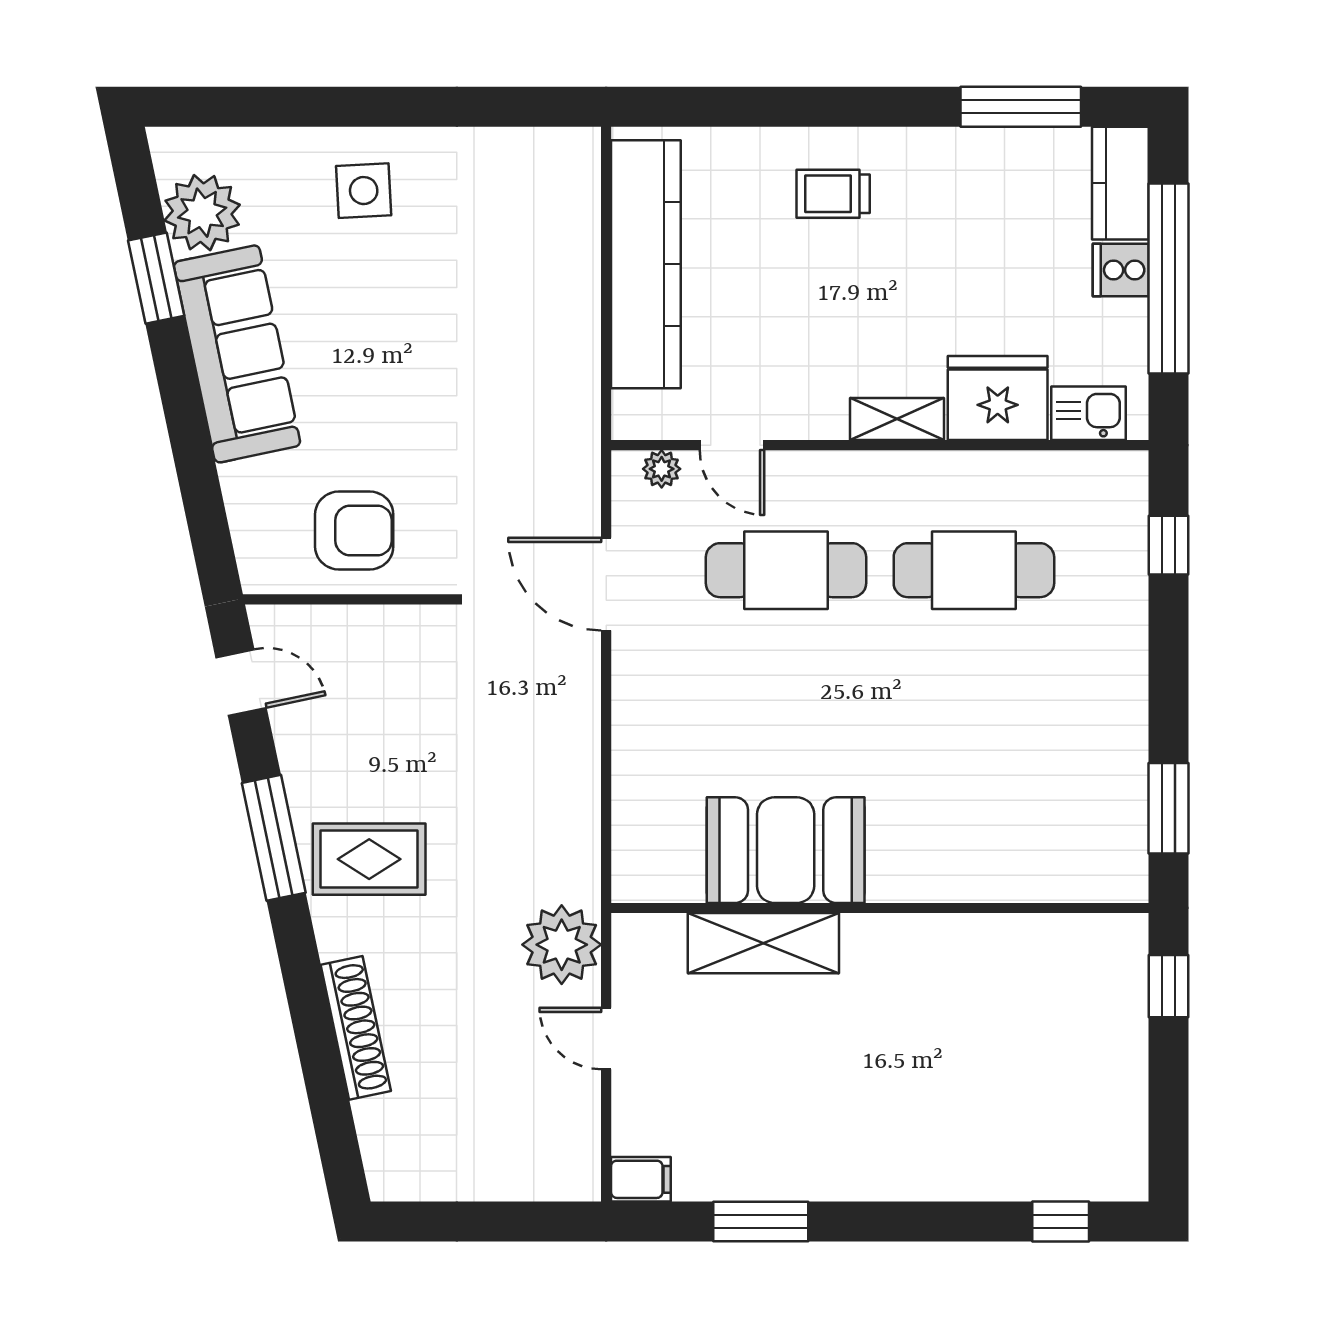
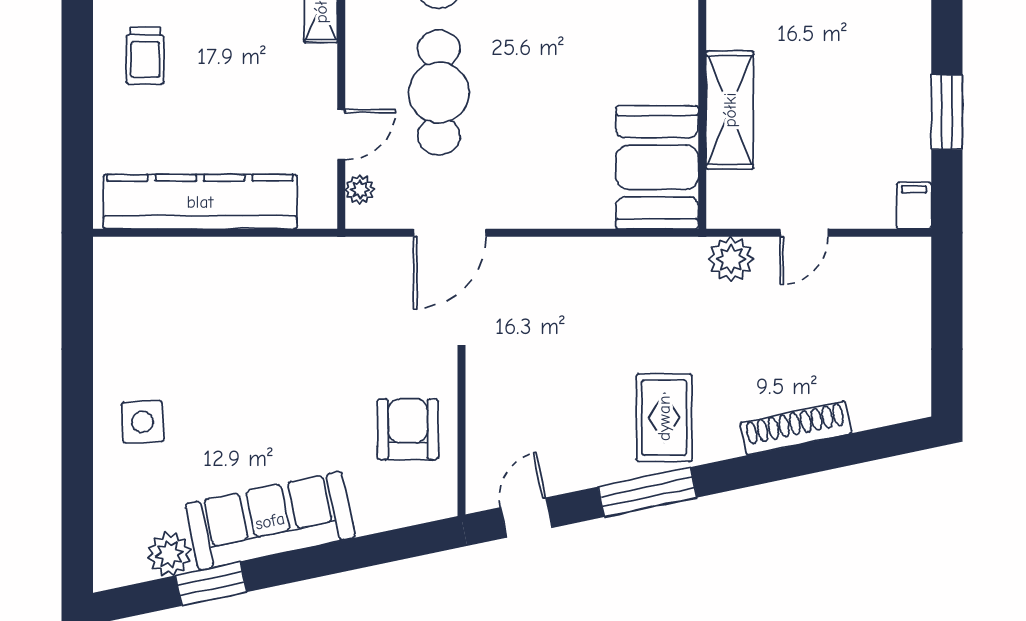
plant: (202, 213) -> (169, 554), width x0.73, depth x0.73
booth: (786, 850) -> (657, 167), moved
plant: (562, 945) -> (731, 259), width x0.73, depth x0.73

